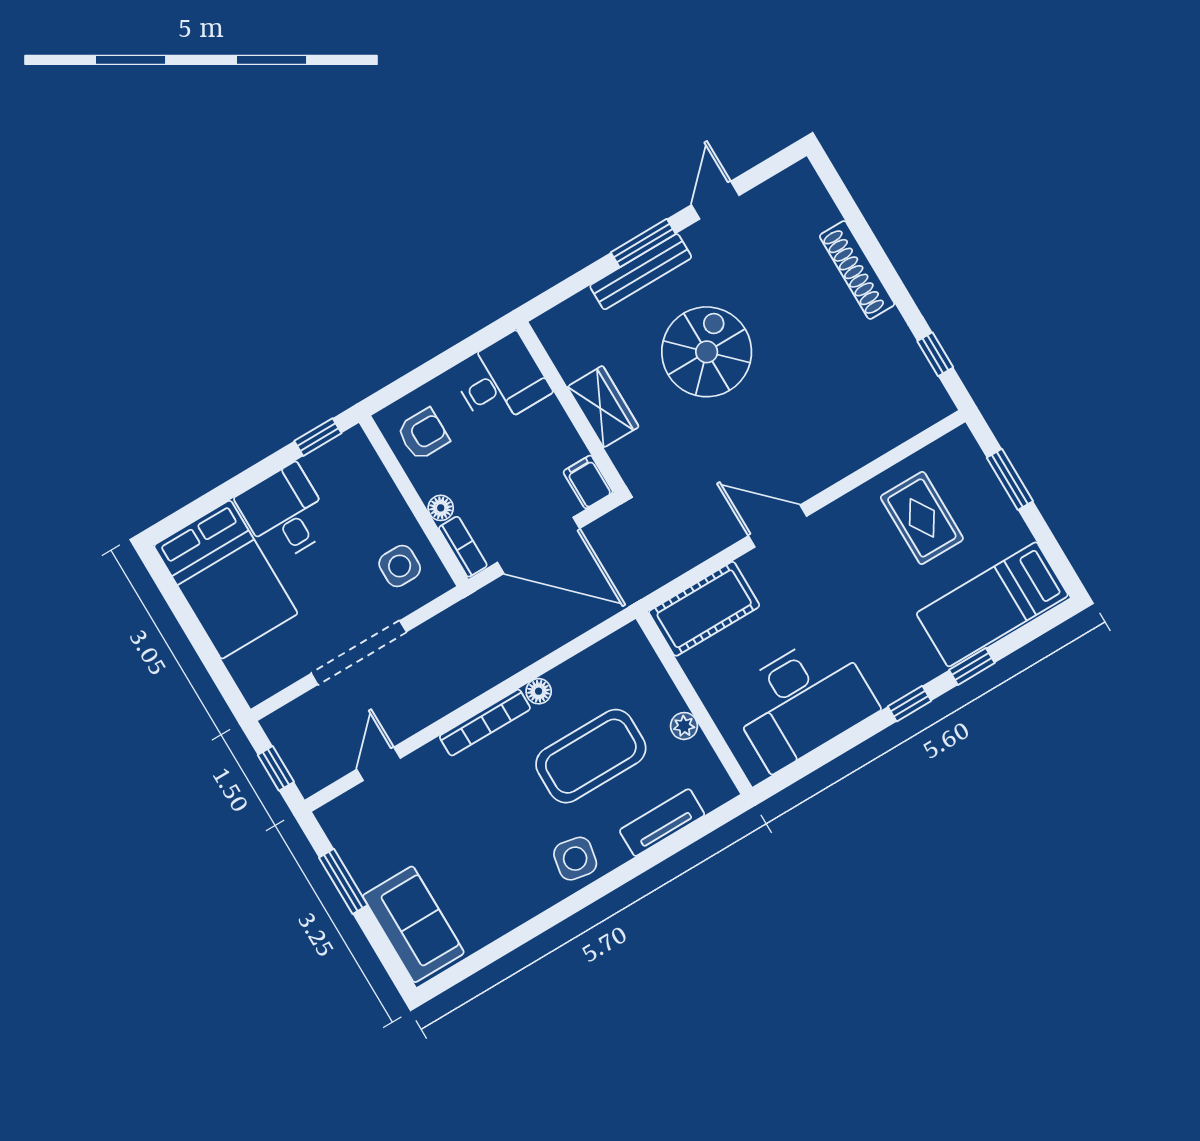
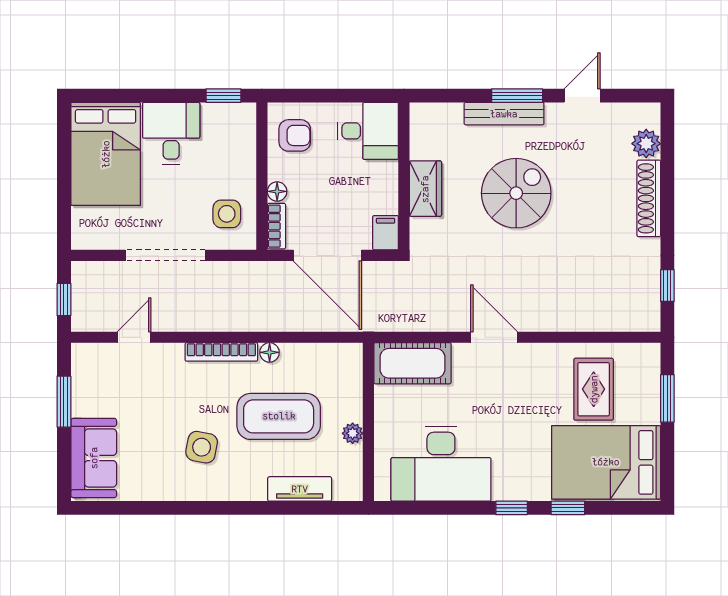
plant: (818, 211) -> (646, 144), added
bed: (992, 604) -> (606, 462), width x1.50
side table: (575, 859) -> (202, 447), moved

